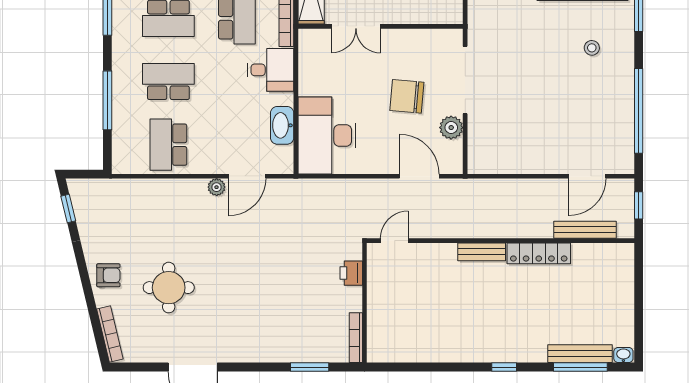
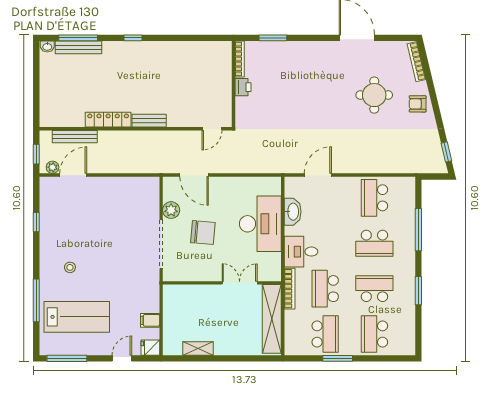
window: (639, 111) -> (36, 222), width x0.32
desk: (327, 136) -> (260, 224), moved
school desk: (168, 145) -> (374, 198), turned 180
plant: (217, 187) -> (53, 167), moved
printer: (351, 273) -> (243, 87), moved

